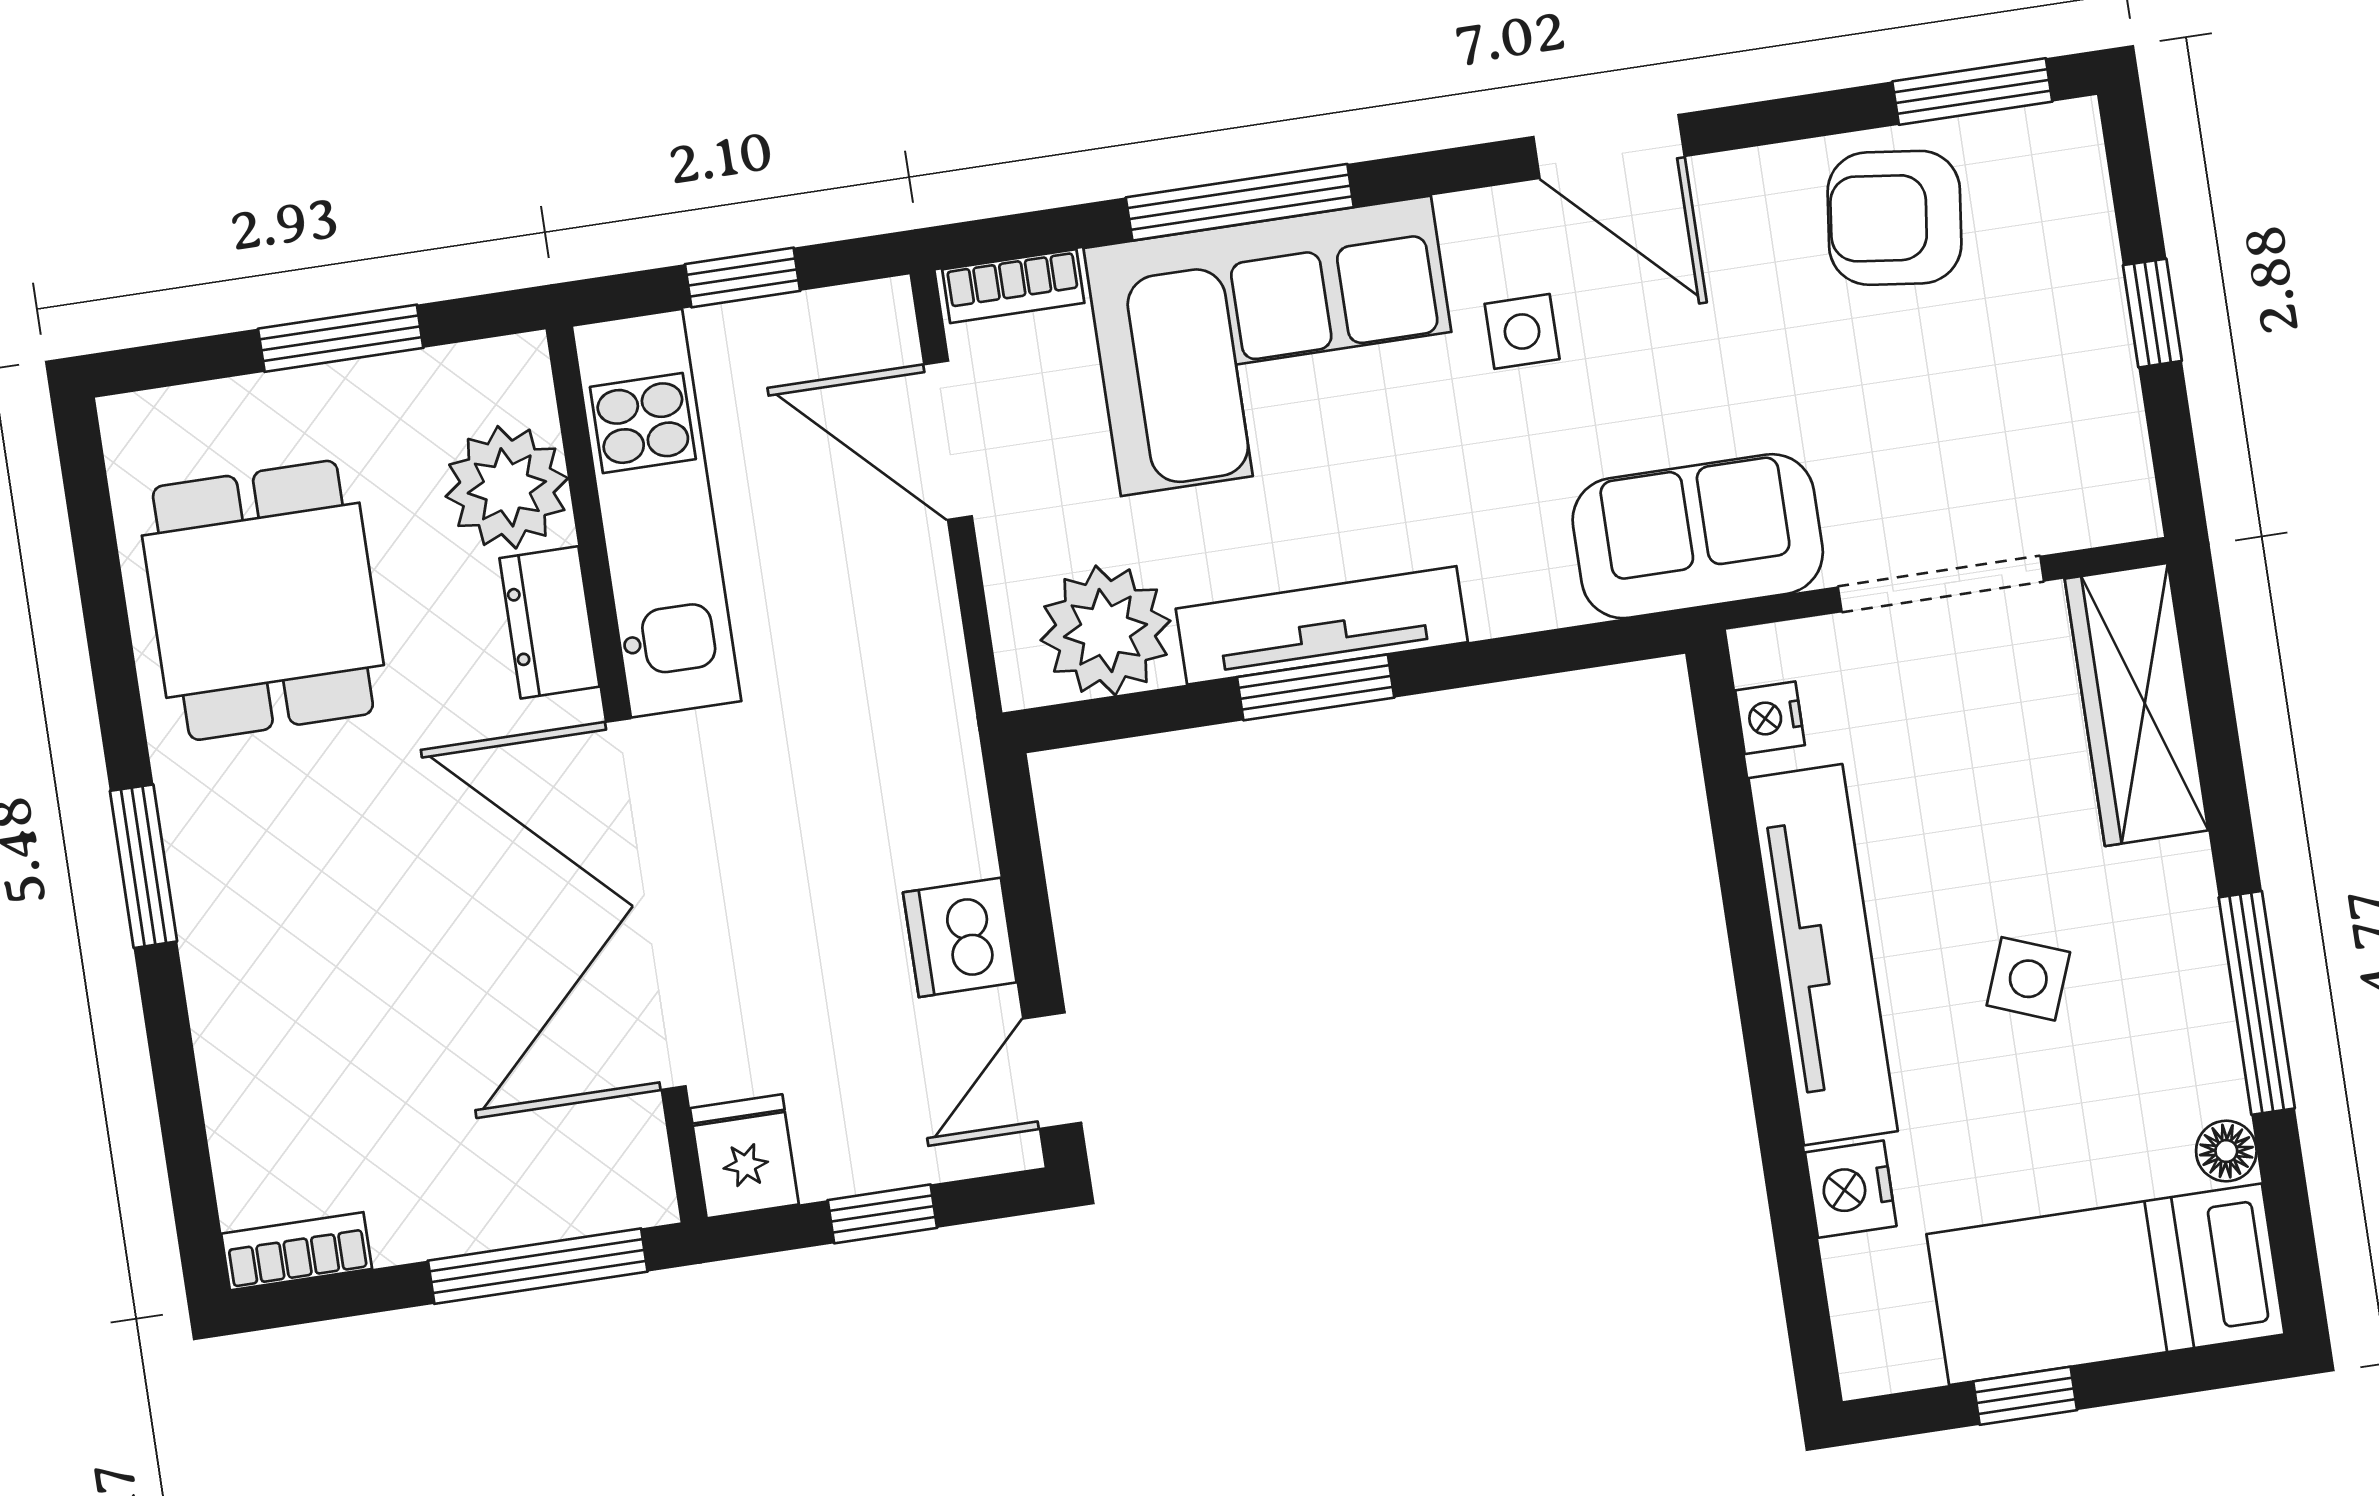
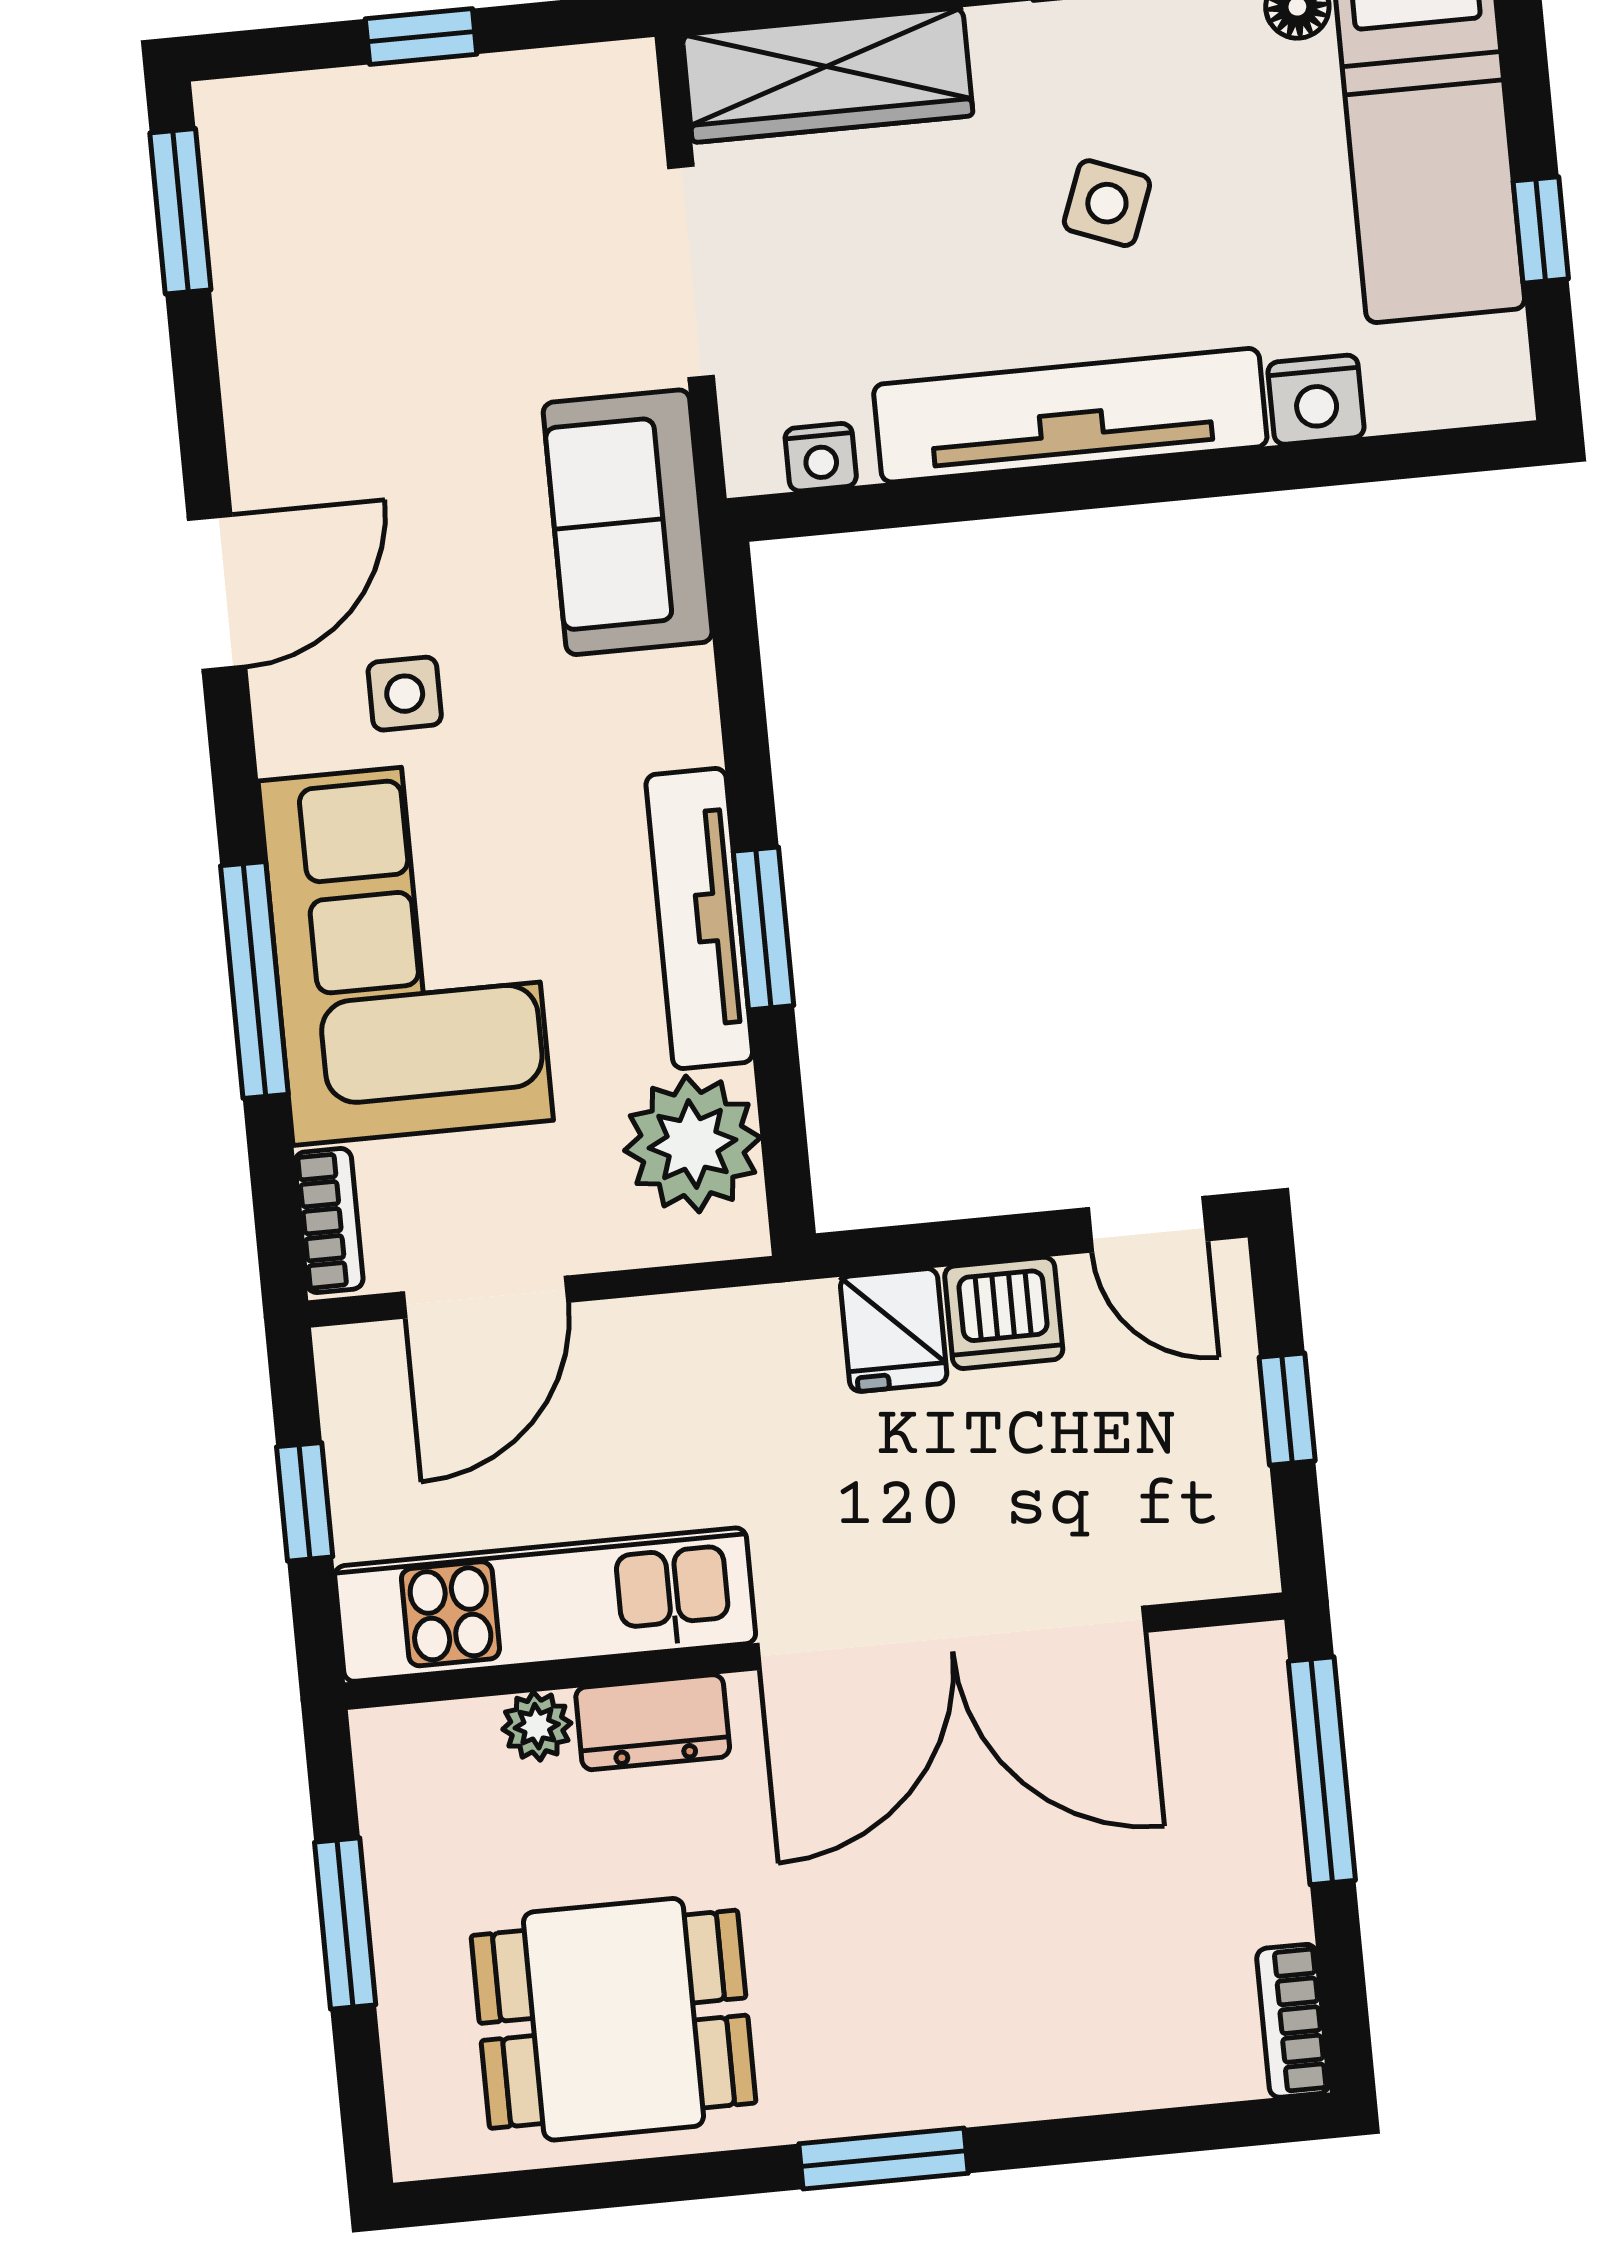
armchair: (1894, 218) -> (307, 300), removed
plant: (507, 487) -> (537, 1726), width x0.53, depth x0.53
fridge: (744, 1156) -> (894, 1330), moved, turned -90

